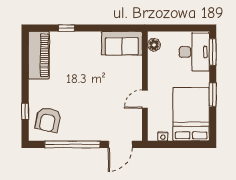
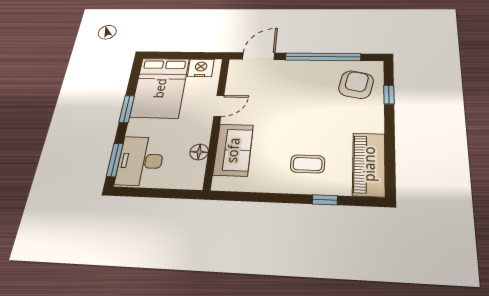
sofa: (122, 43) -> (233, 150), moved, turned 90
floor lamp: (154, 45) -> (199, 152), moved
coffee table: (79, 54) -> (308, 164), added
nightstand: (163, 136) -> (201, 68), width x1.89, depth x1.79

